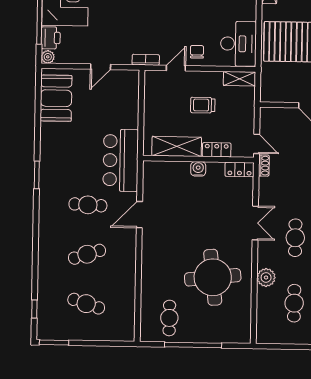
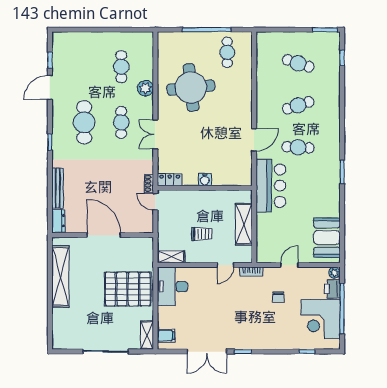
chair: (197, 52) -> (278, 297), moved
shelving: (177, 146) -> (244, 224), moved, turned 90
locker: (217, 150) -> (189, 196), removed

